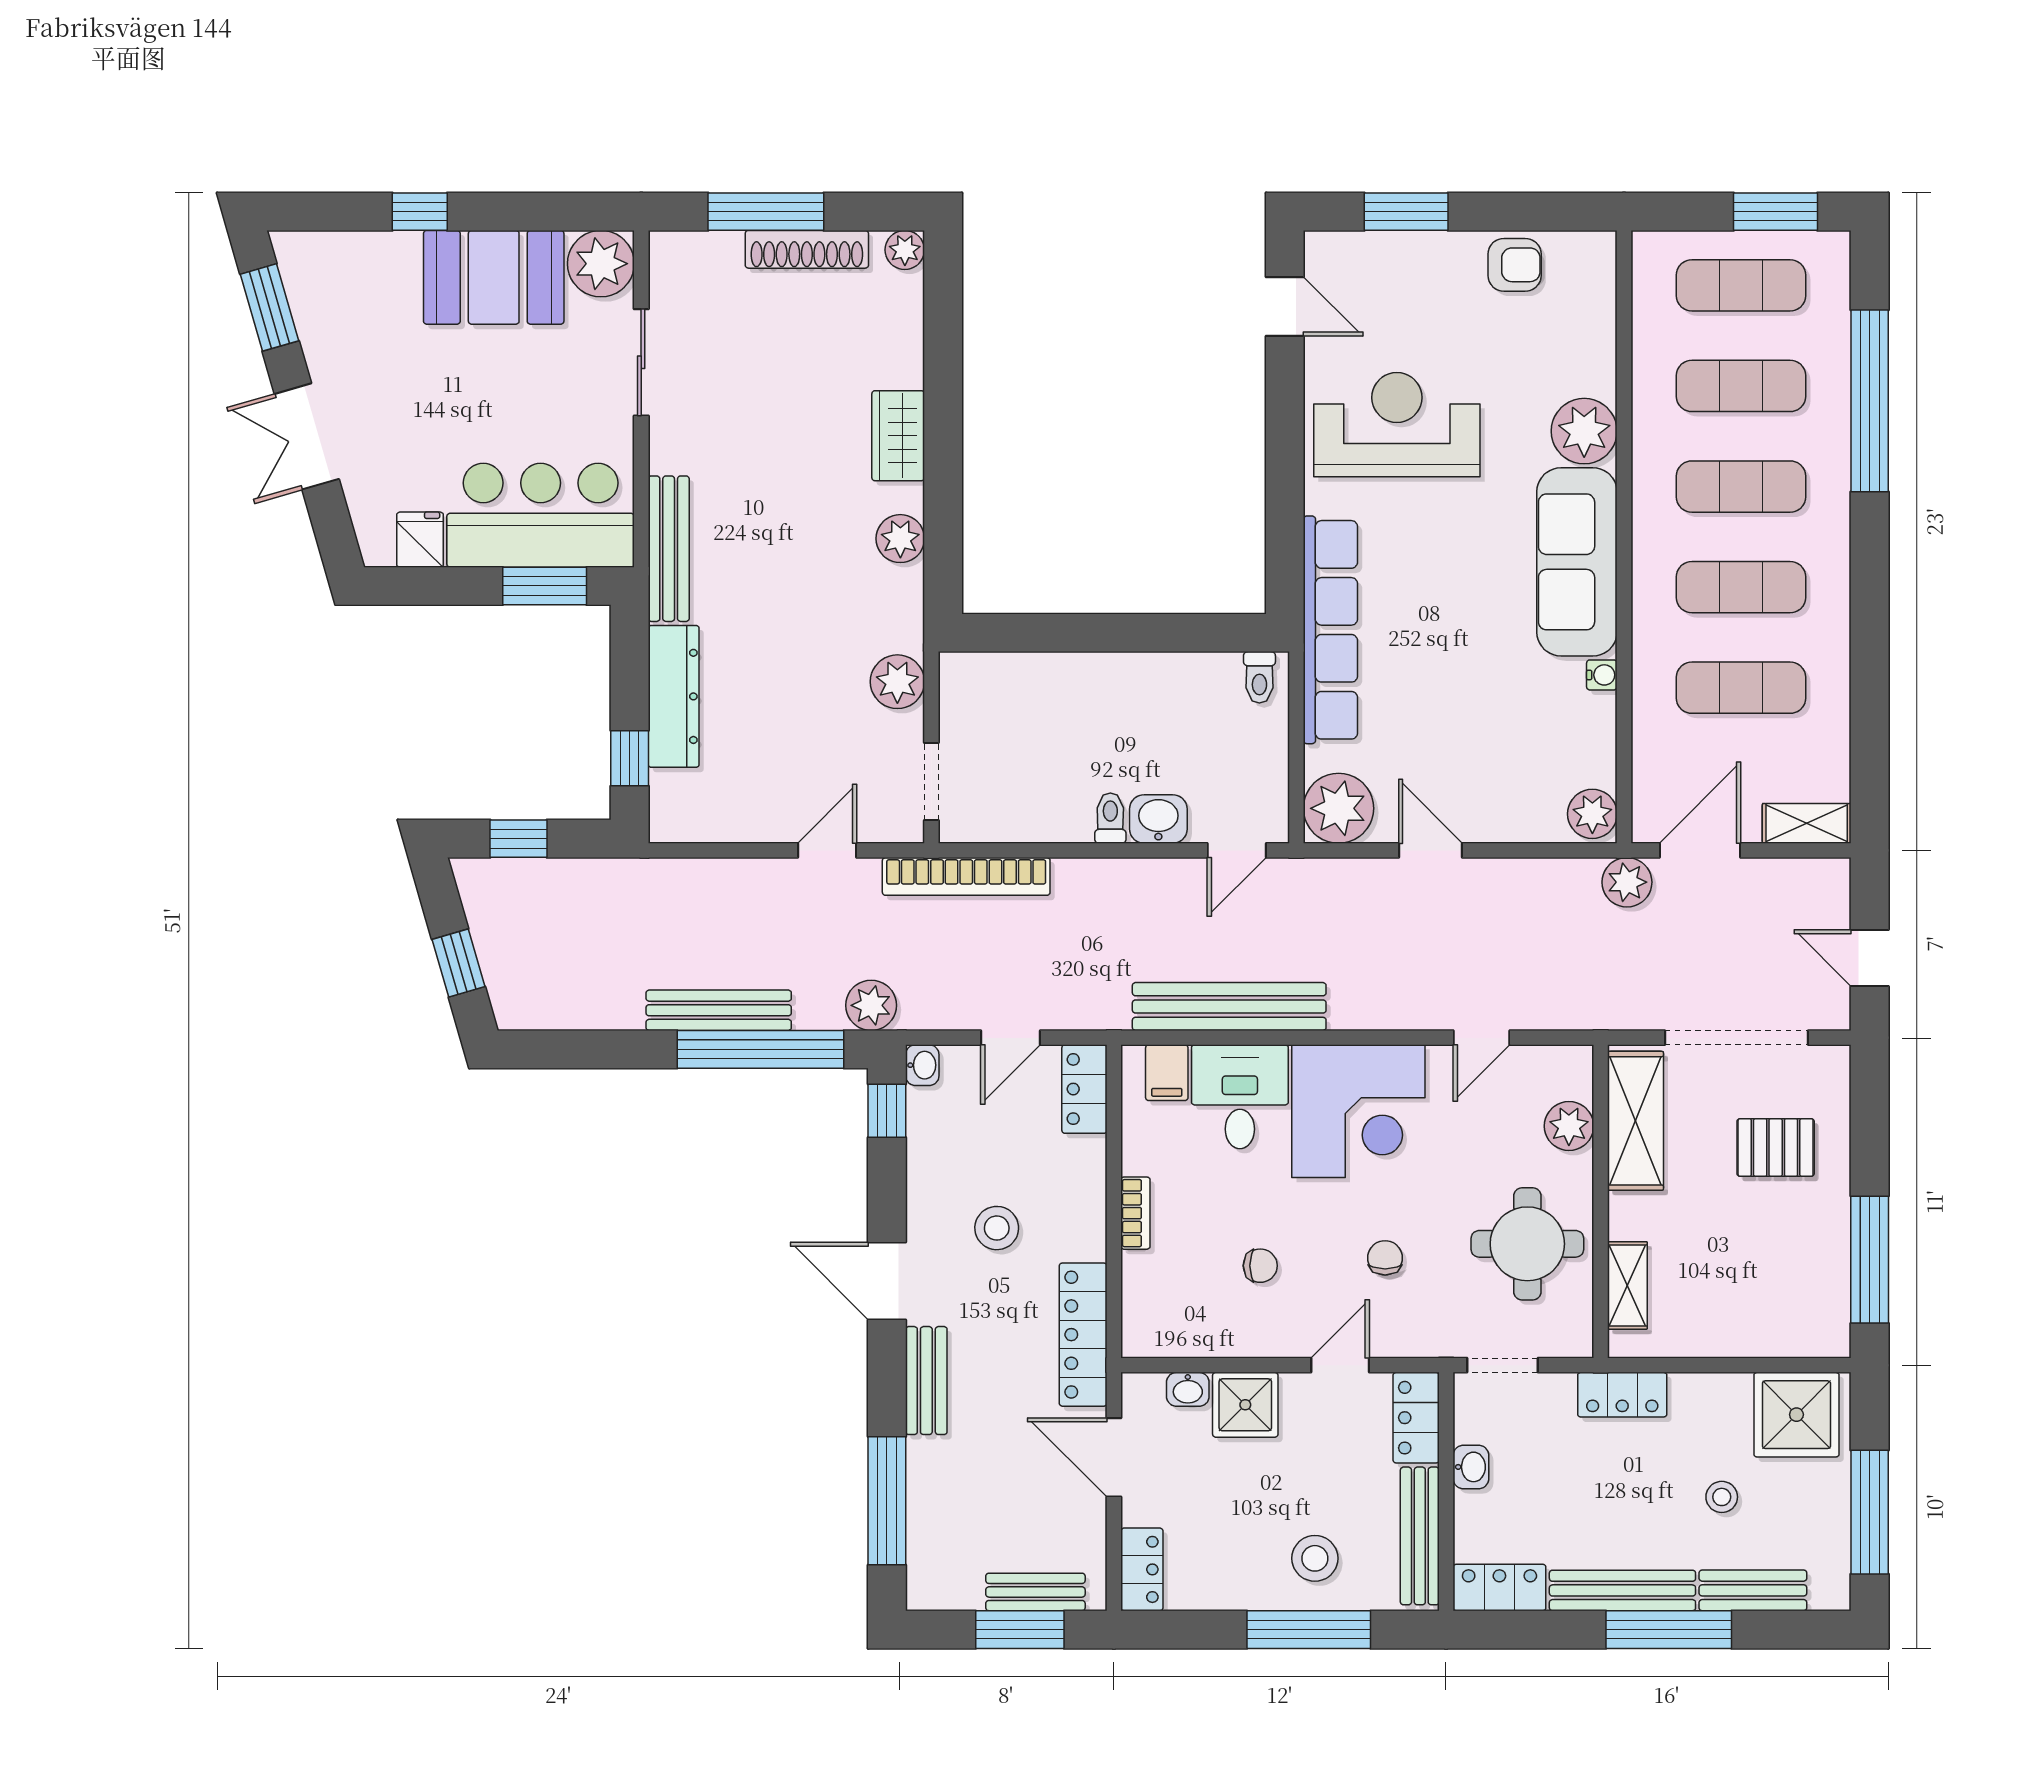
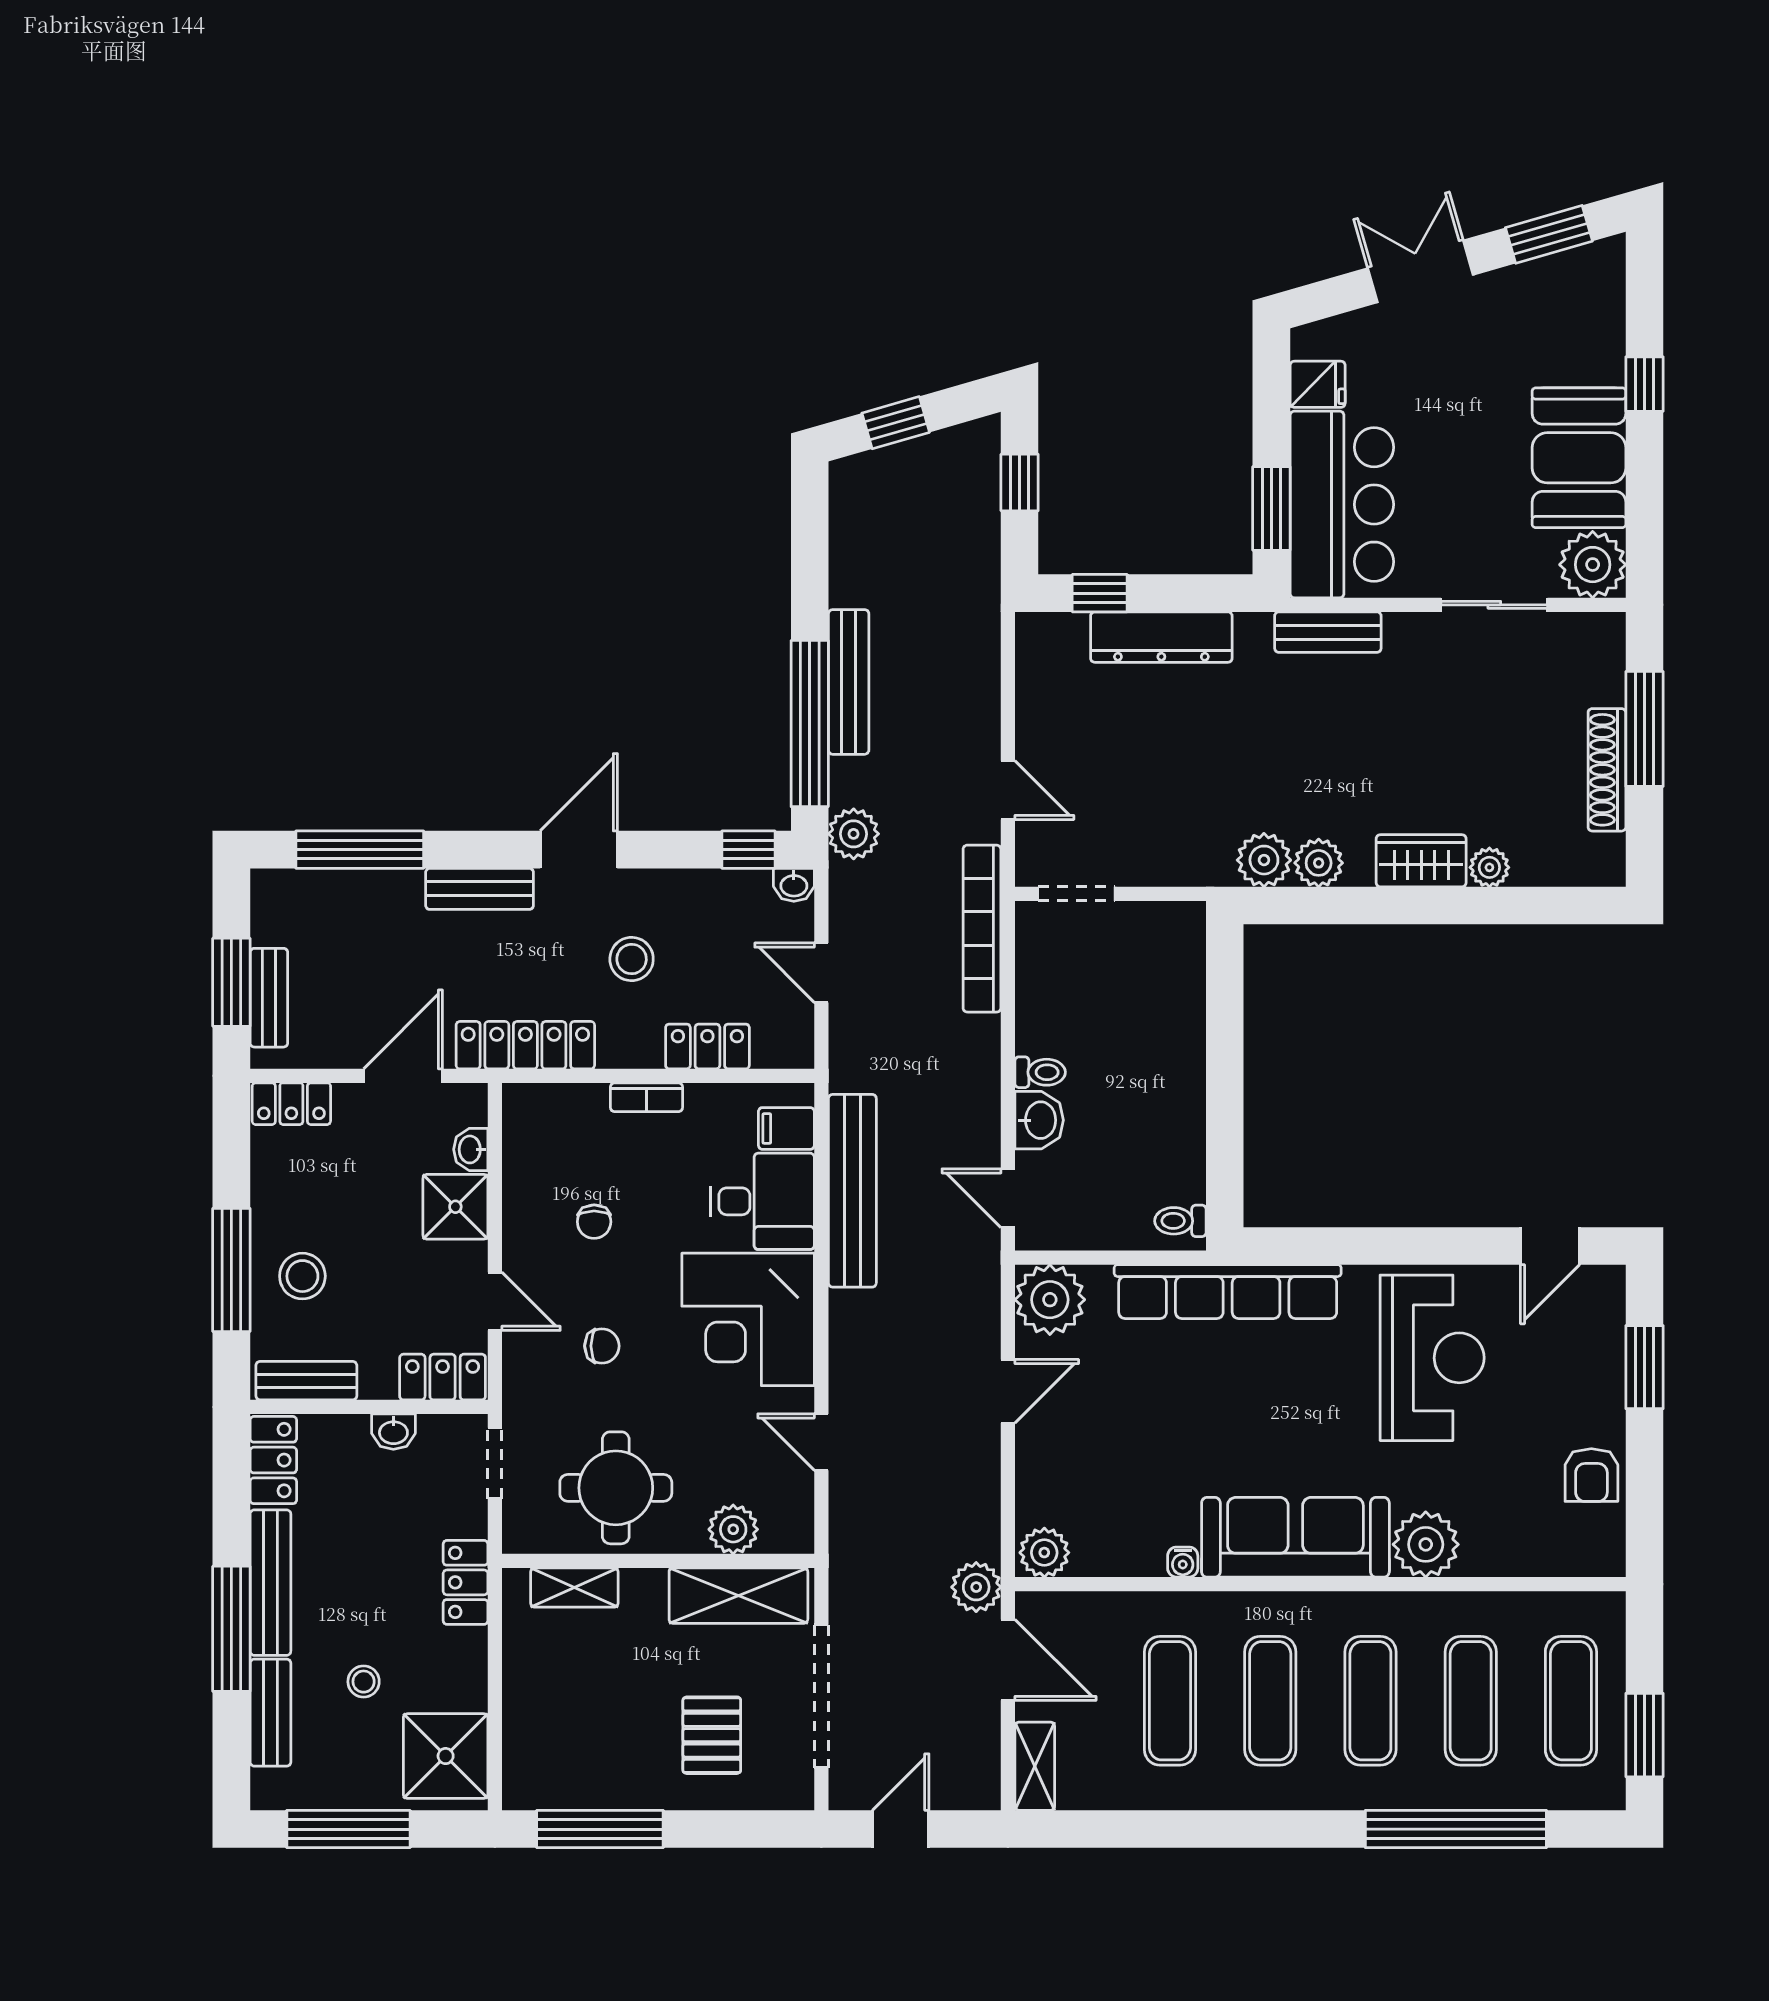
plant: (905, 250) -> (1489, 867), moved
bench: (669, 549) -> (1328, 632), width x0.73
plant: (897, 682) -> (1264, 860), moved
locker: (1084, 1089) -> (707, 1046), moved
bench: (1420, 1536) -> (306, 1381), width x0.73

